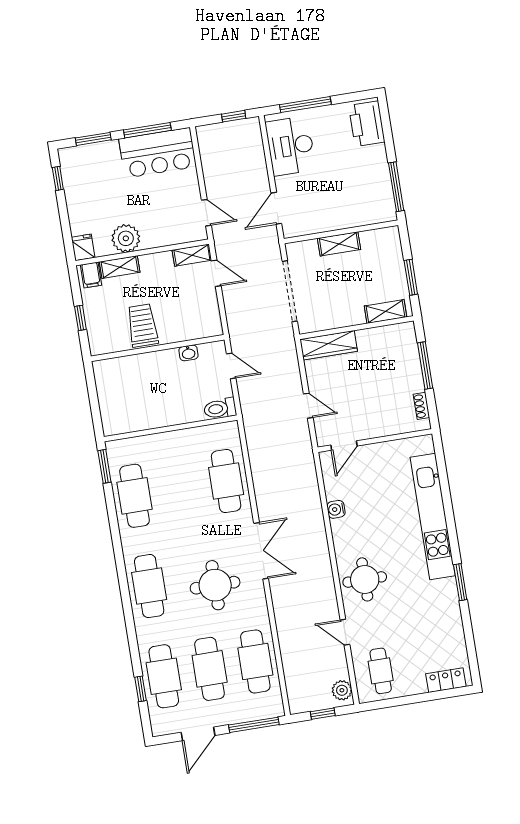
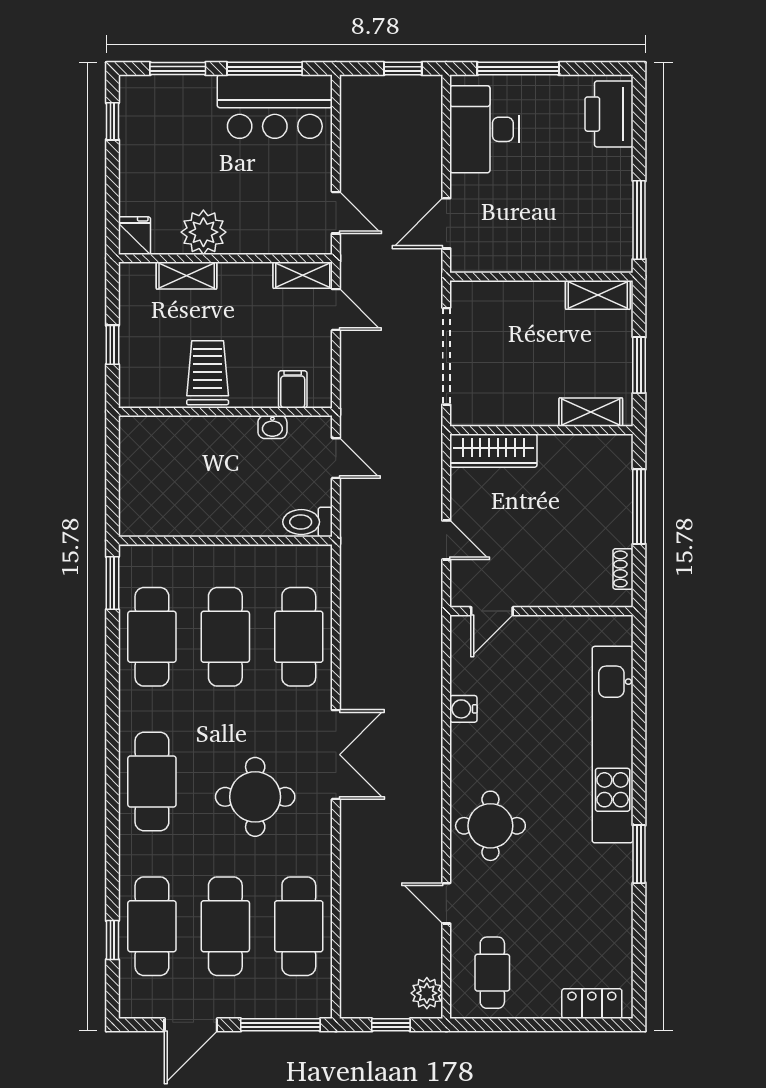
shelving: (339, 244) -> (598, 295), moved
filing cabinet: (91, 275) -> (293, 389), moved, turned 180
cafe table: (180, 488) -> (225, 637), added

